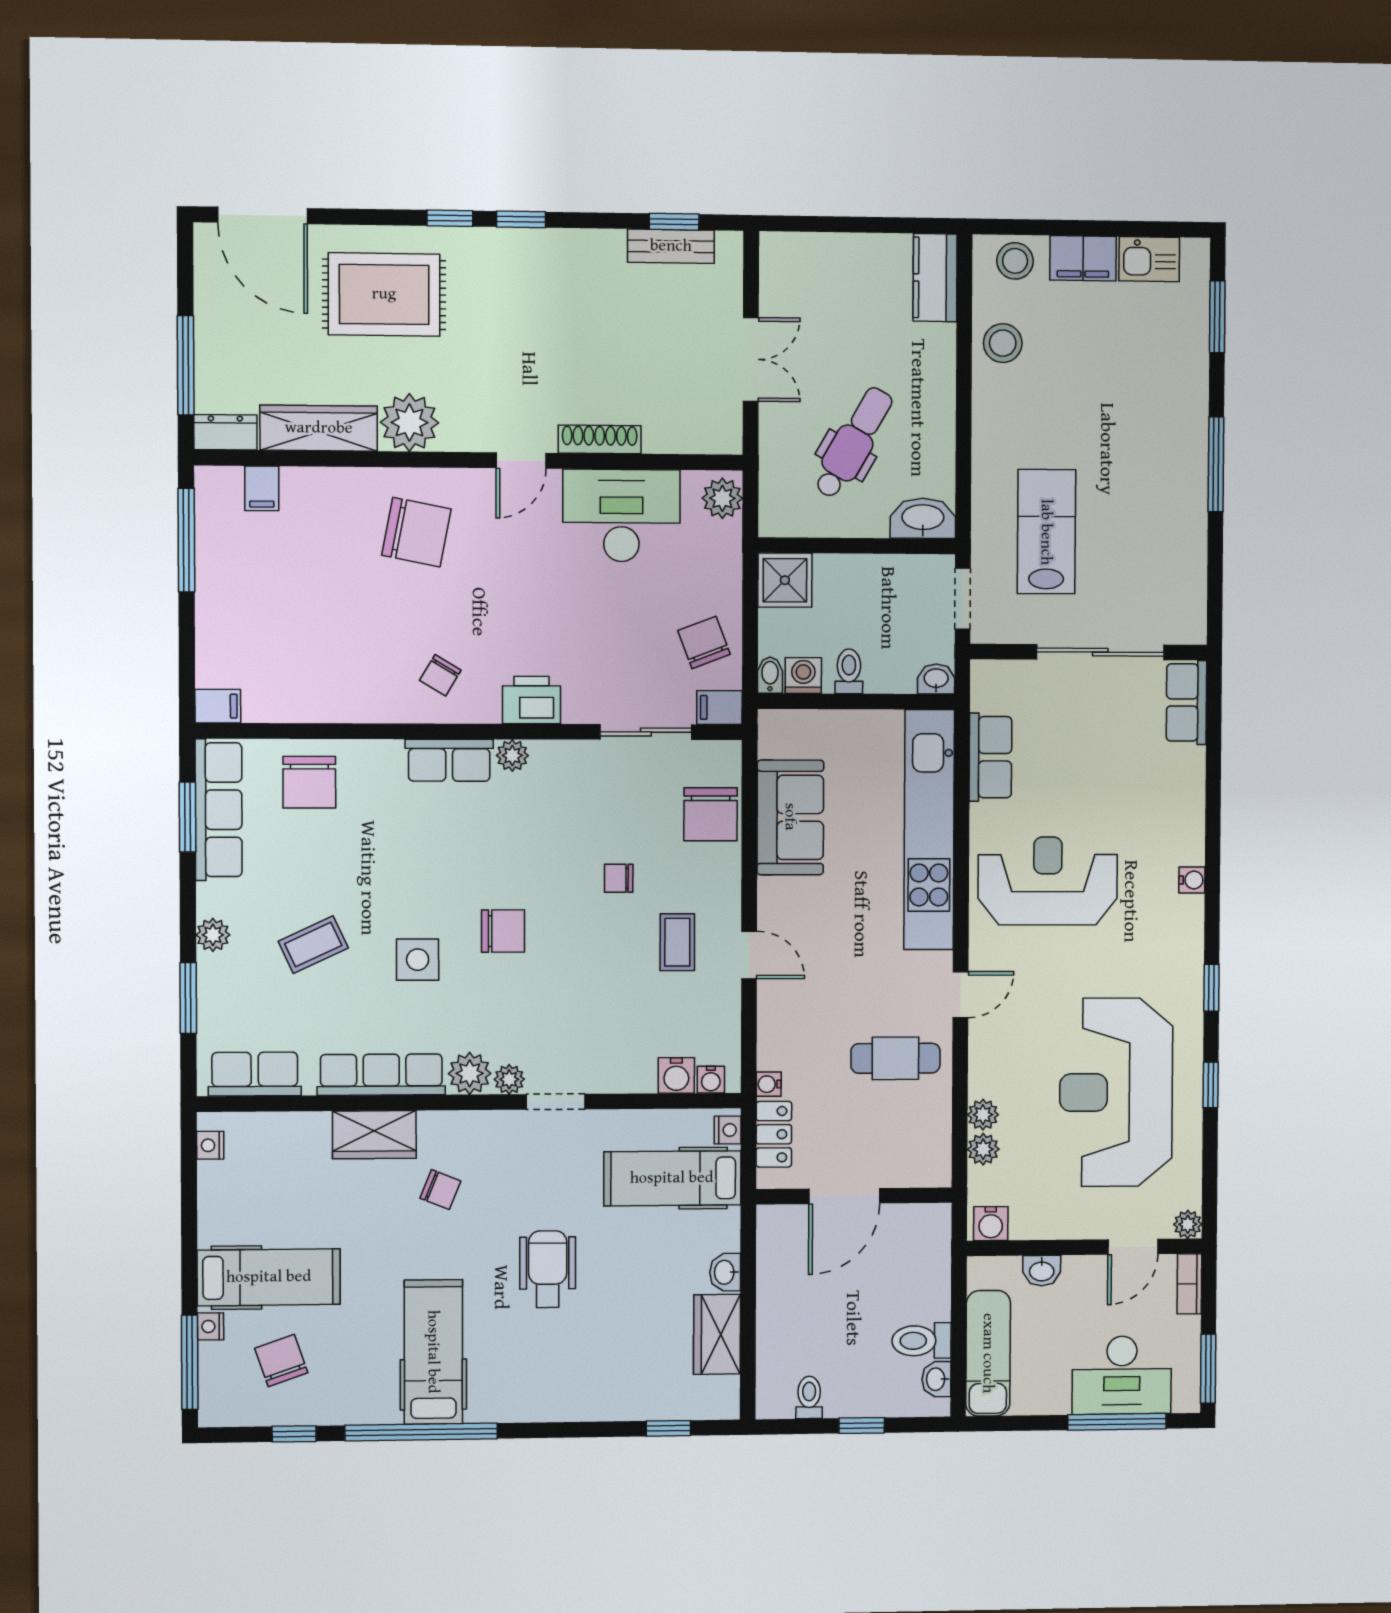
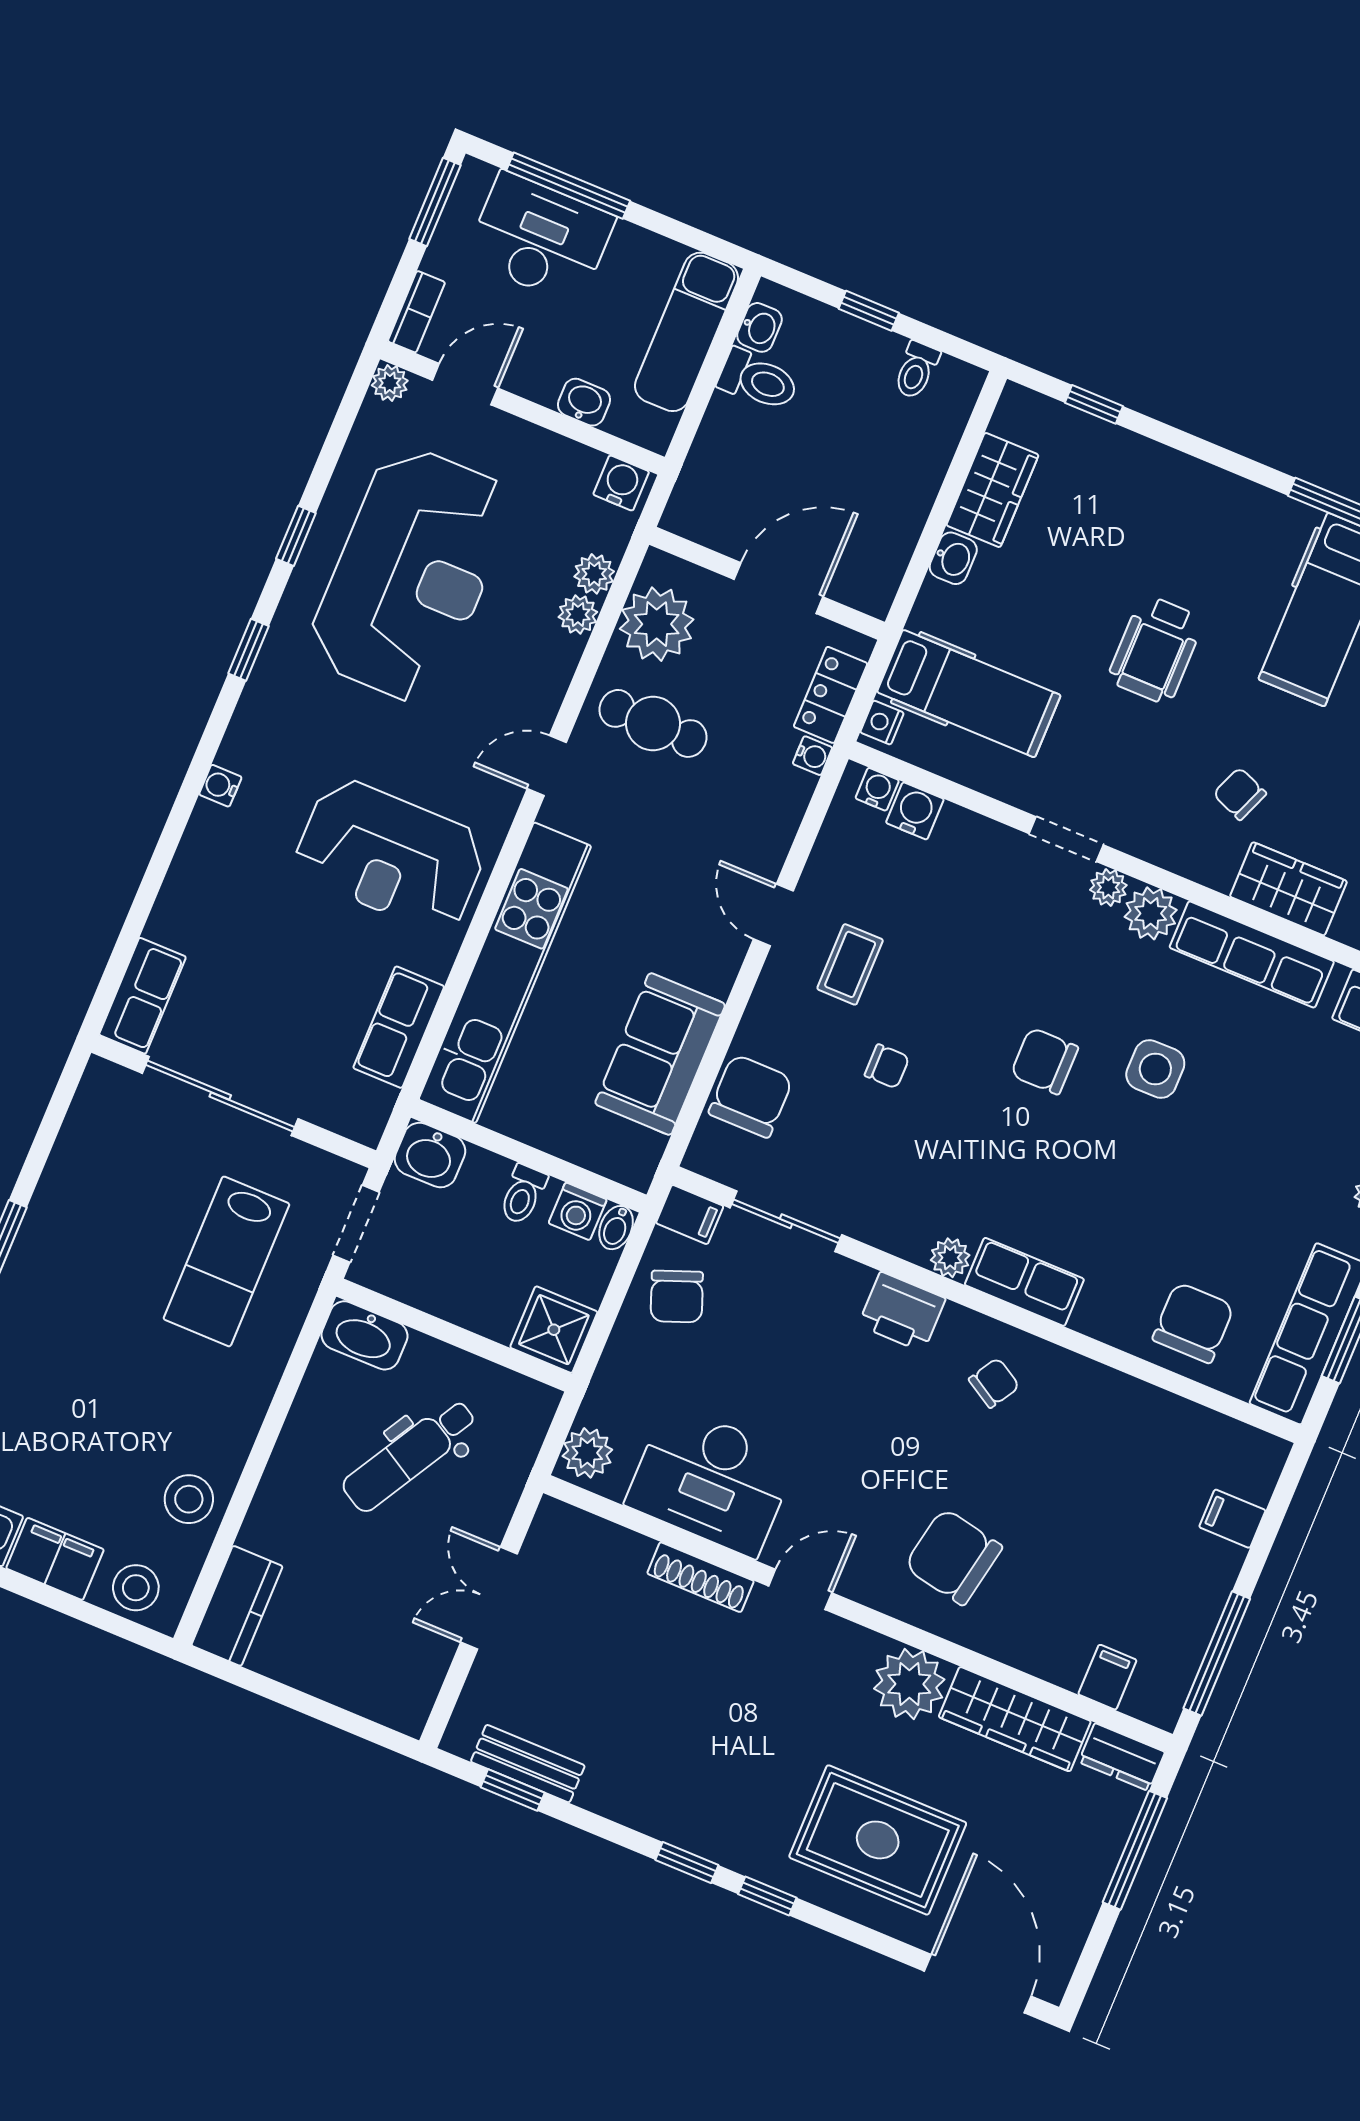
washbasin: (936, 679) -> (430, 1155), width x1.38, depth x1.45
filing cabinet: (218, 706) -> (1232, 1519), moved
coffee table: (313, 945) -> (1266, 1136), removed
plant: (923, 1132) -> (657, 624), added

